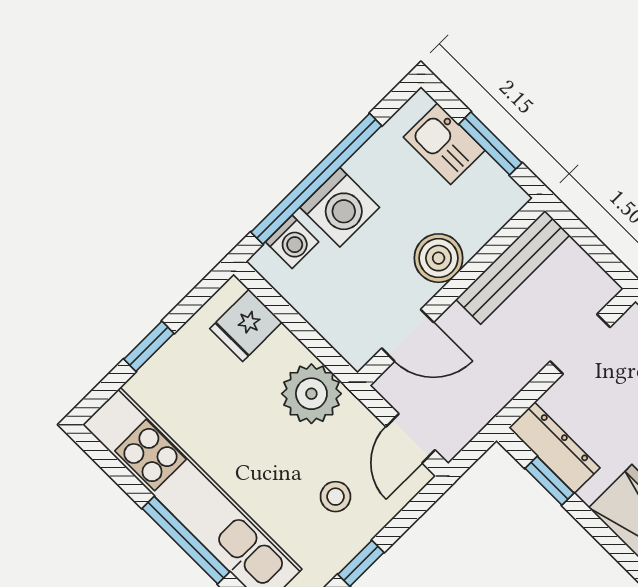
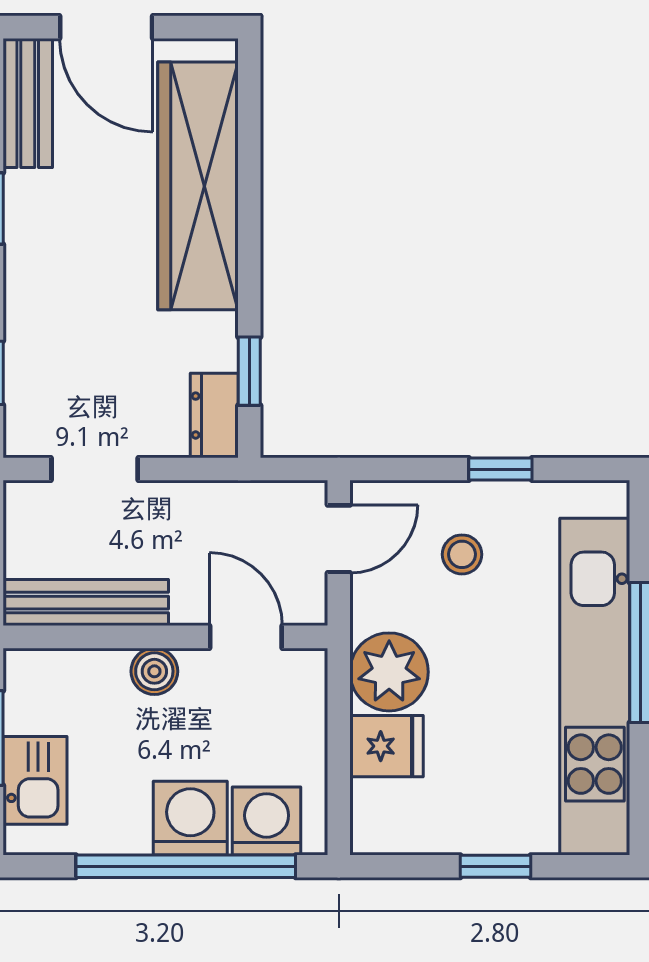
washing machine: (292, 242) -> (267, 821), width x1.38, depth x1.38
boiler: (439, 258) -> (154, 671), width x0.73, depth x0.73
fridge: (246, 325) -> (386, 746), moved
dresser: (554, 448) -> (214, 416), width x0.70

